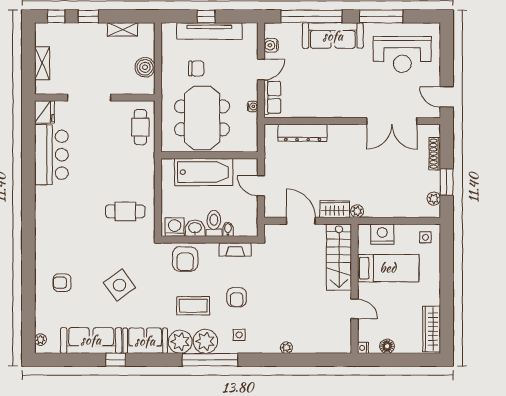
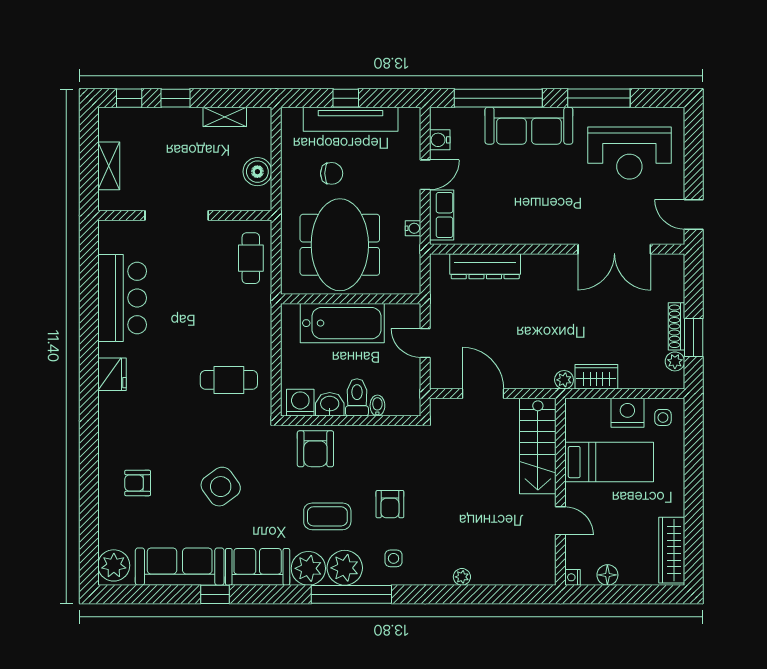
fridge: (44, 112) -> (112, 374), moved
shoe rack: (435, 154) -> (676, 326), moved
wardrobe: (335, 209) -> (596, 377), moved
nightstand: (382, 234) -> (627, 413), moved
fireplace: (235, 249) -> (388, 435), removed
plant: (41, 340) -> (114, 565), width x1.88, depth x1.88

